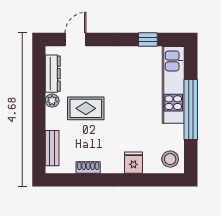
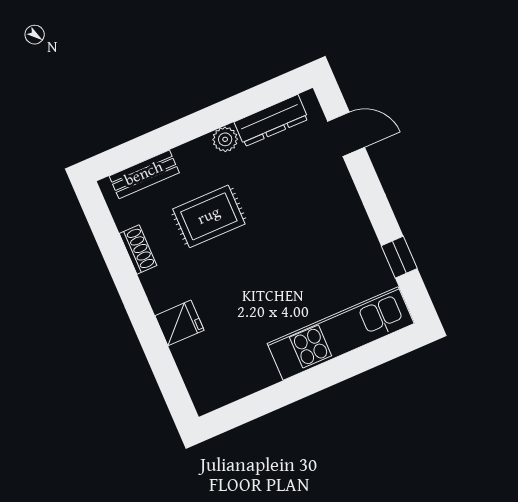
rug: (86, 108) -> (209, 216), moved, turned 90
window: (191, 109) -> (312, 381), removed
stool: (170, 159) -> (212, 383), removed

